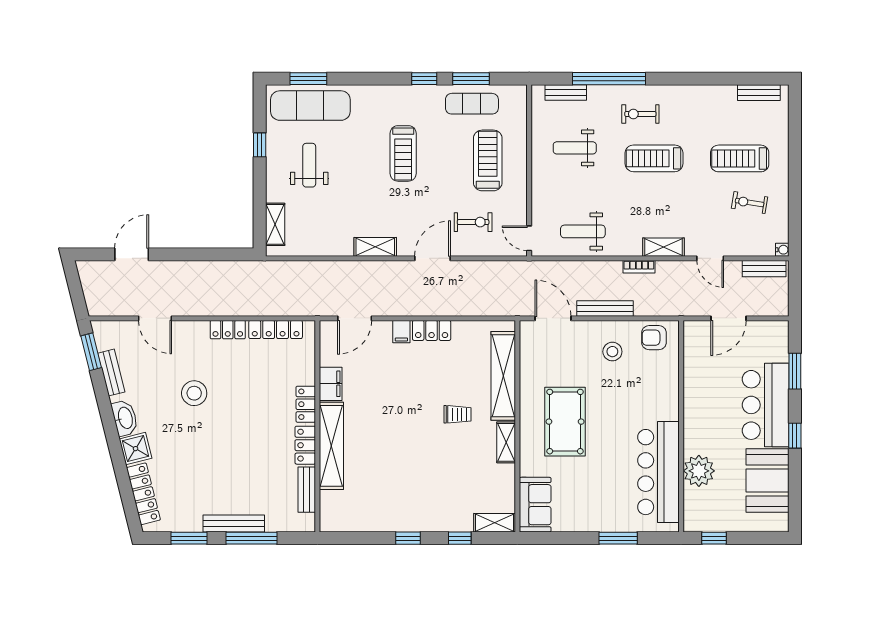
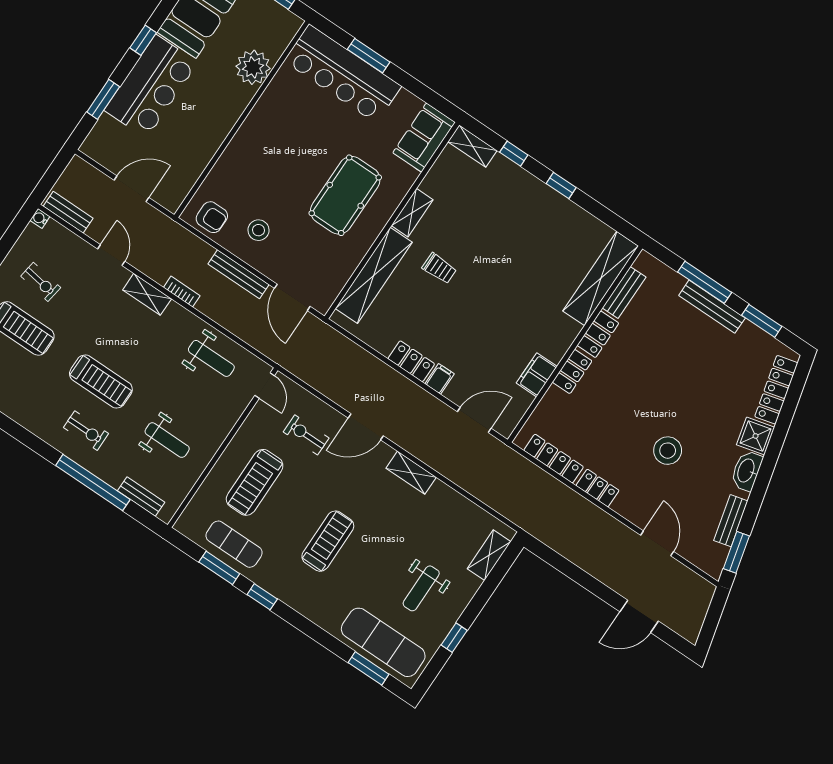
trolley: (457, 414) -> (439, 268), turned 180
shelving: (331, 446) -> (601, 278), moved
bar counter: (658, 472) -> (343, 74), moved, turned 90

